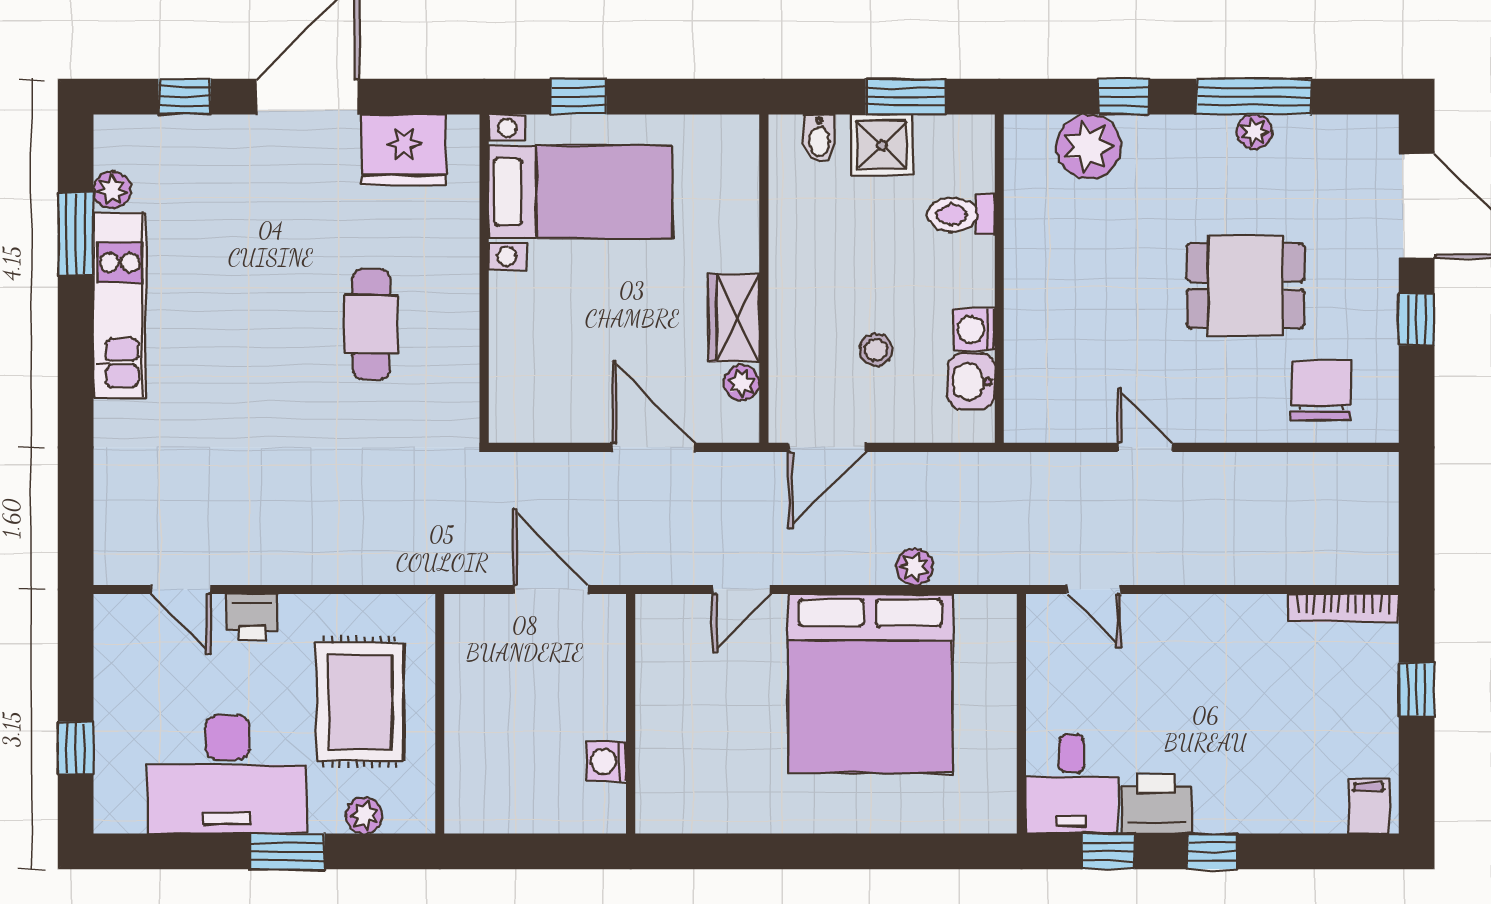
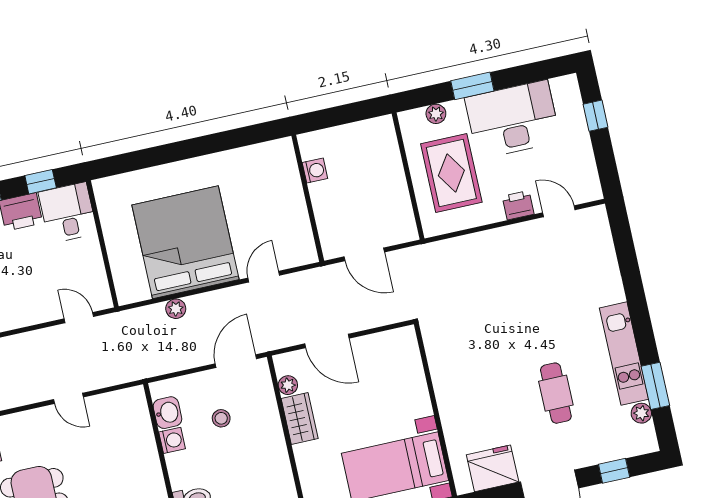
cafe table: (371, 324) -> (556, 393), moved

